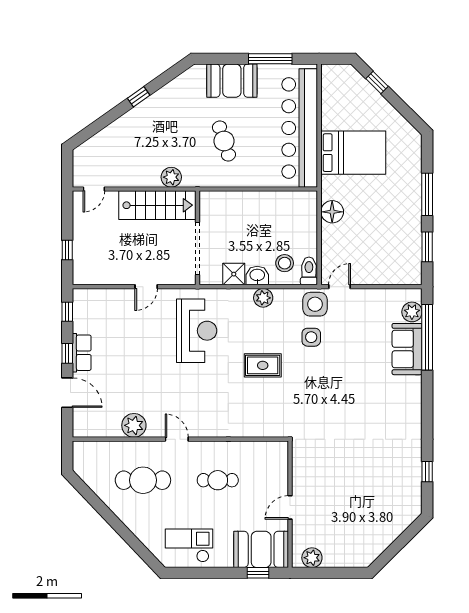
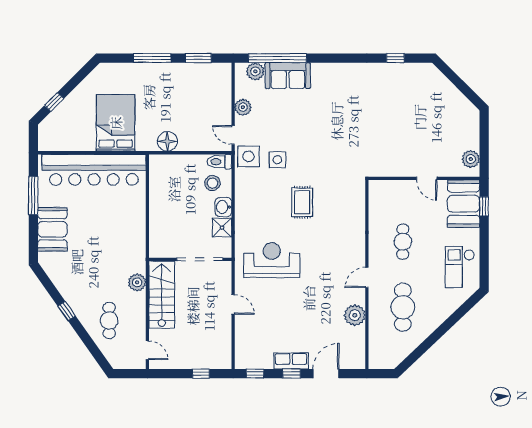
cafe table: (224, 141) -> (109, 320), moved, turned -72
plant: (263, 298) -> (243, 107), moved

